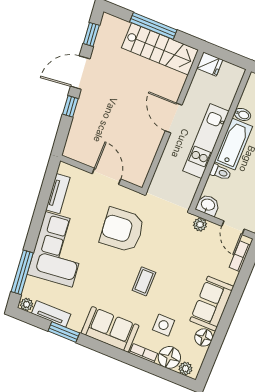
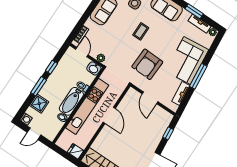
window: (70, 106) -> (168, 133), moved
door: (174, 118) -> (109, 115), moved
kitchen unit: (206, 141) -> (87, 106), width x1.36
armchair: (122, 230) -> (147, 64), turned 97
window: (22, 272) -> (198, 76), moved

